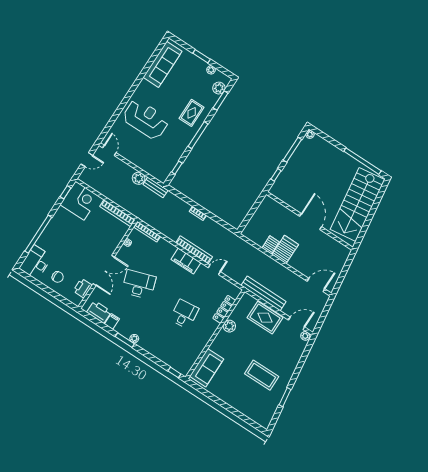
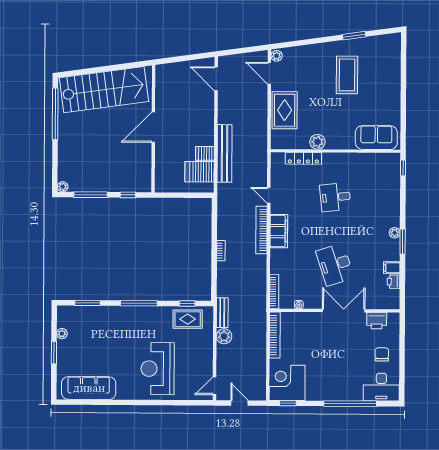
plant: (219, 88) -> (76, 313), removed
rug: (192, 113) -> (188, 319), moved
server rack: (285, 250) -> (200, 172), moved
bench: (264, 293) -> (224, 153), moved
printer: (99, 312) -> (393, 282), width x0.53, depth x0.68

